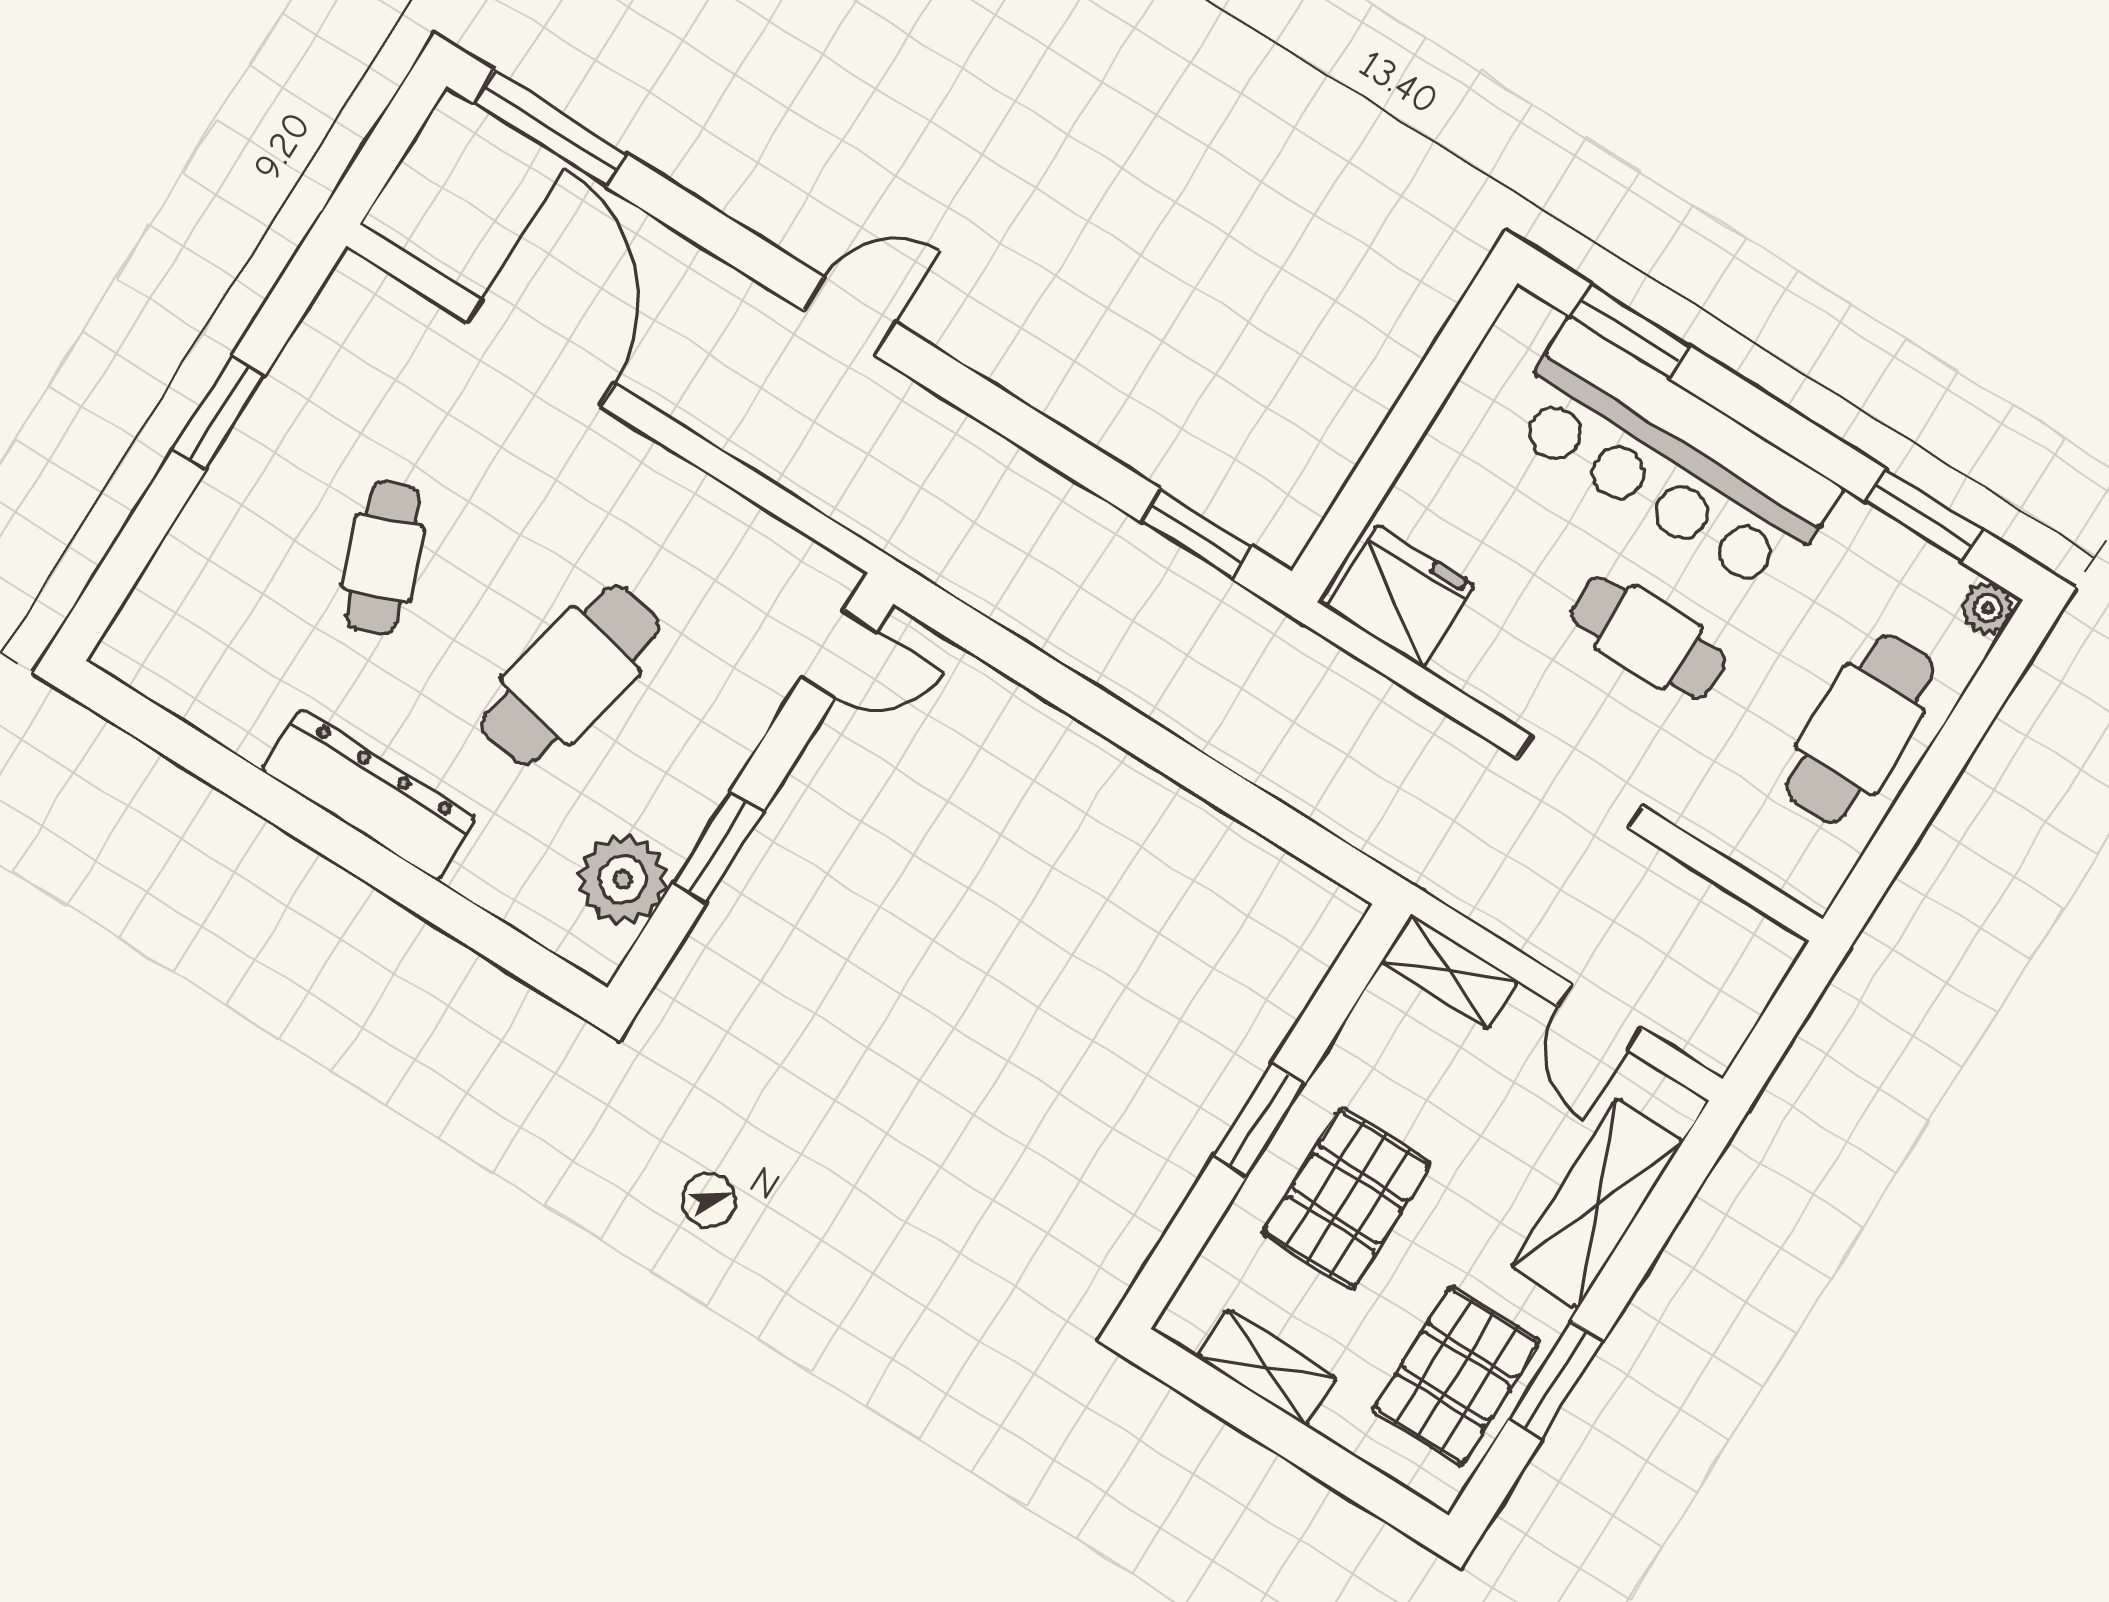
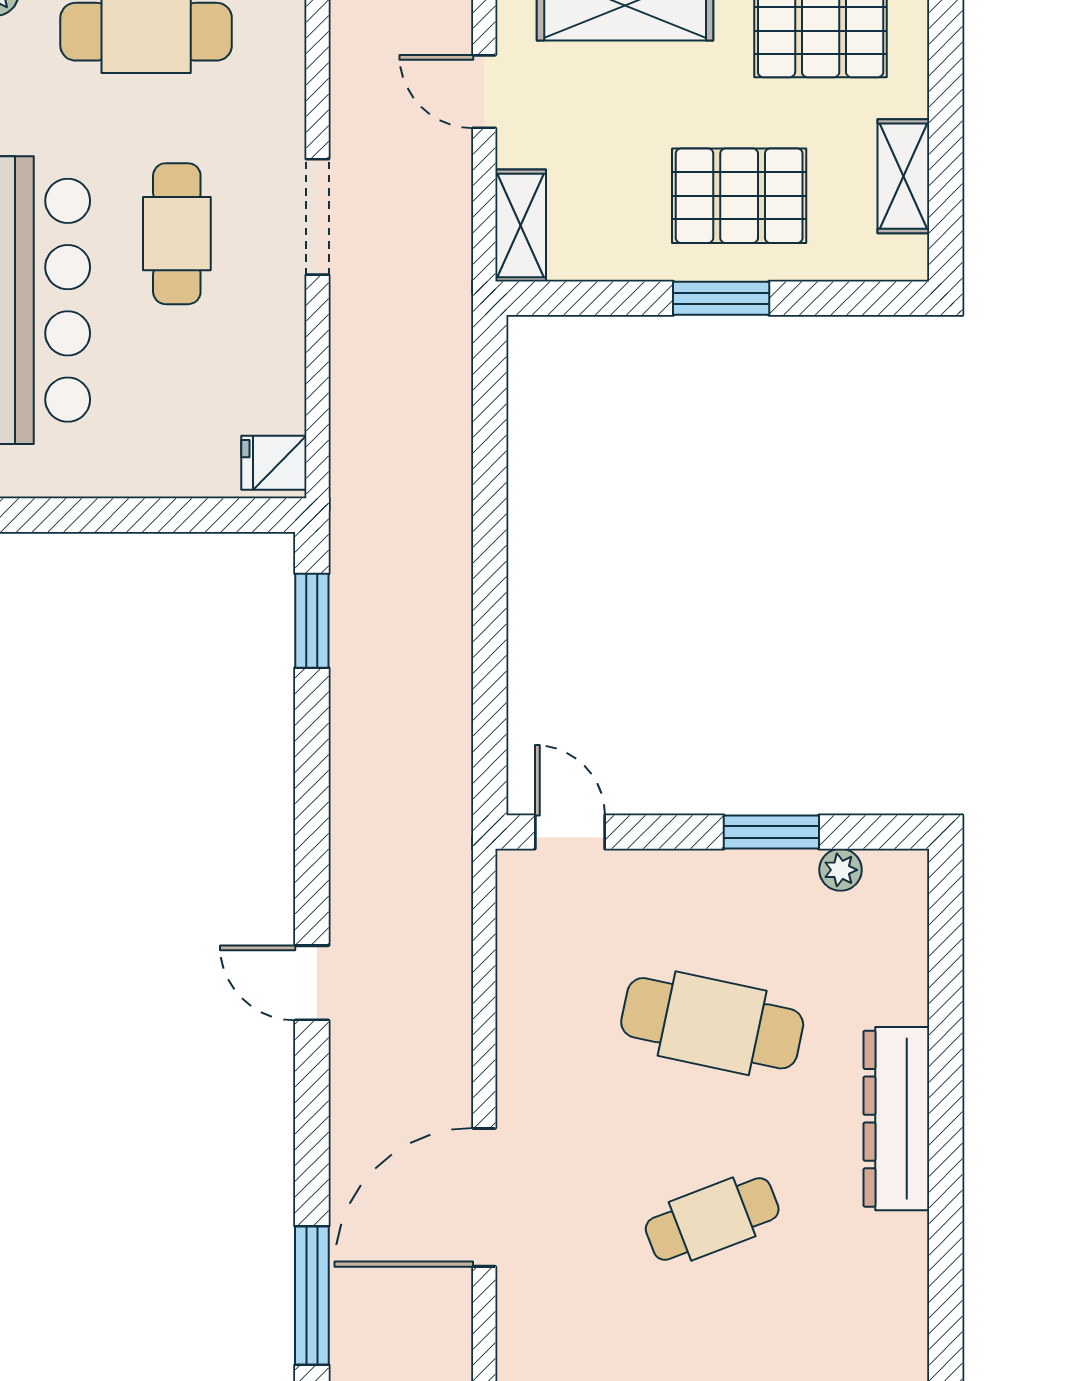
fridge: (1400, 597) -> (274, 463), width x0.53, depth x0.75
plant: (623, 880) -> (841, 870), width x0.53, depth x0.53
door: (1600, 1017) -> (484, 92), swing flipped

